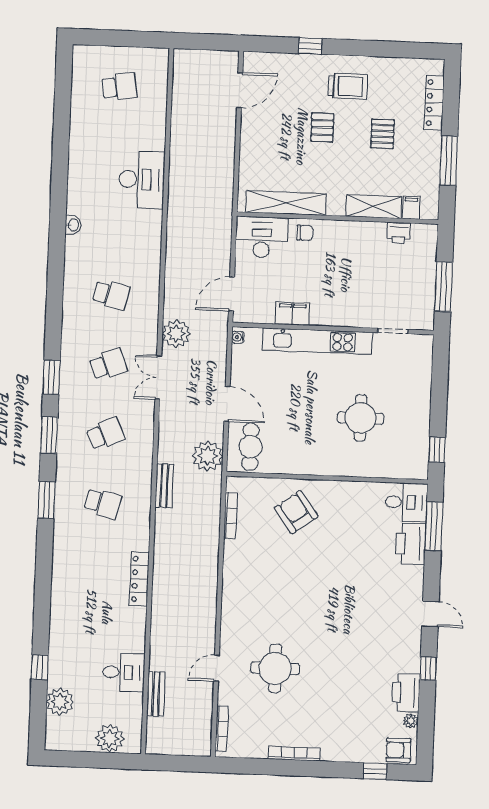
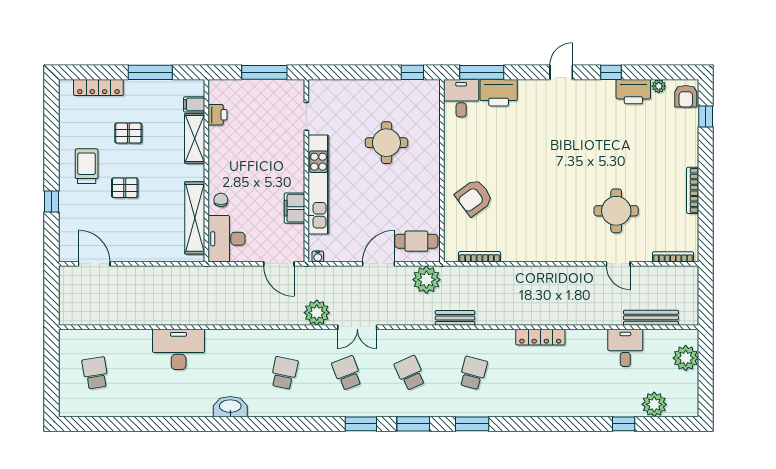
washbasin: (73, 225) -> (230, 407), width x1.91, depth x1.45
bench: (156, 694) -> (651, 318), width x1.36

